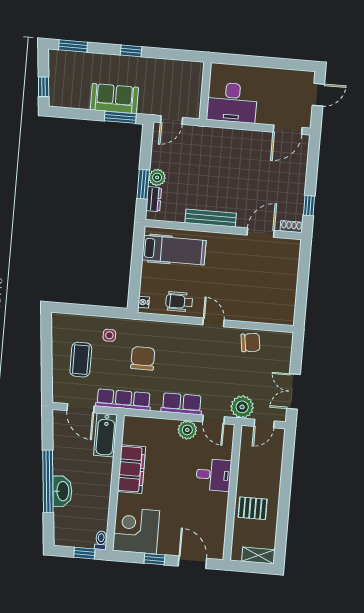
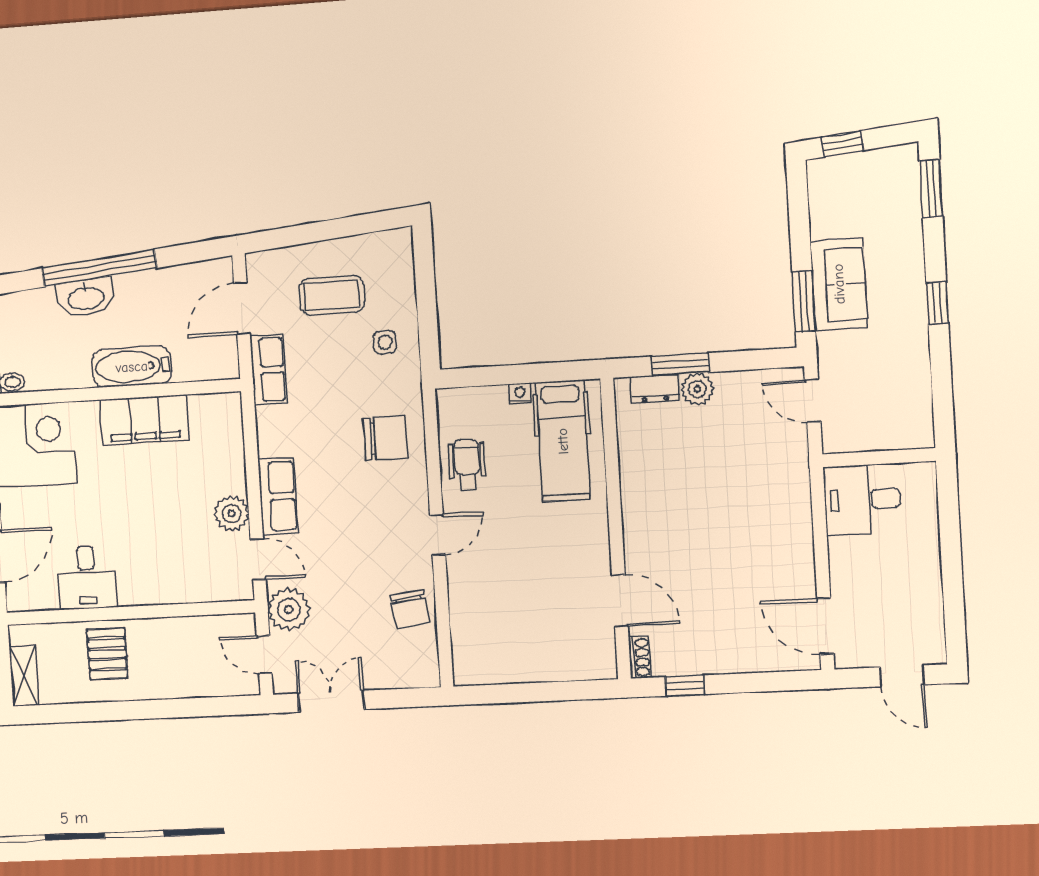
desk: (232, 103) -> (862, 499), width x0.73
bench: (211, 218) -> (634, 502), removed
nightstand: (144, 302) -> (520, 394), moved
chair: (143, 358) -> (385, 438), moved
row of seats: (123, 400) -> (268, 370), width x0.68
door: (213, 419) -> (258, 559), swing flipped
bathtub: (105, 435) -> (132, 367), moved
desk: (214, 475) -> (87, 577), moved

